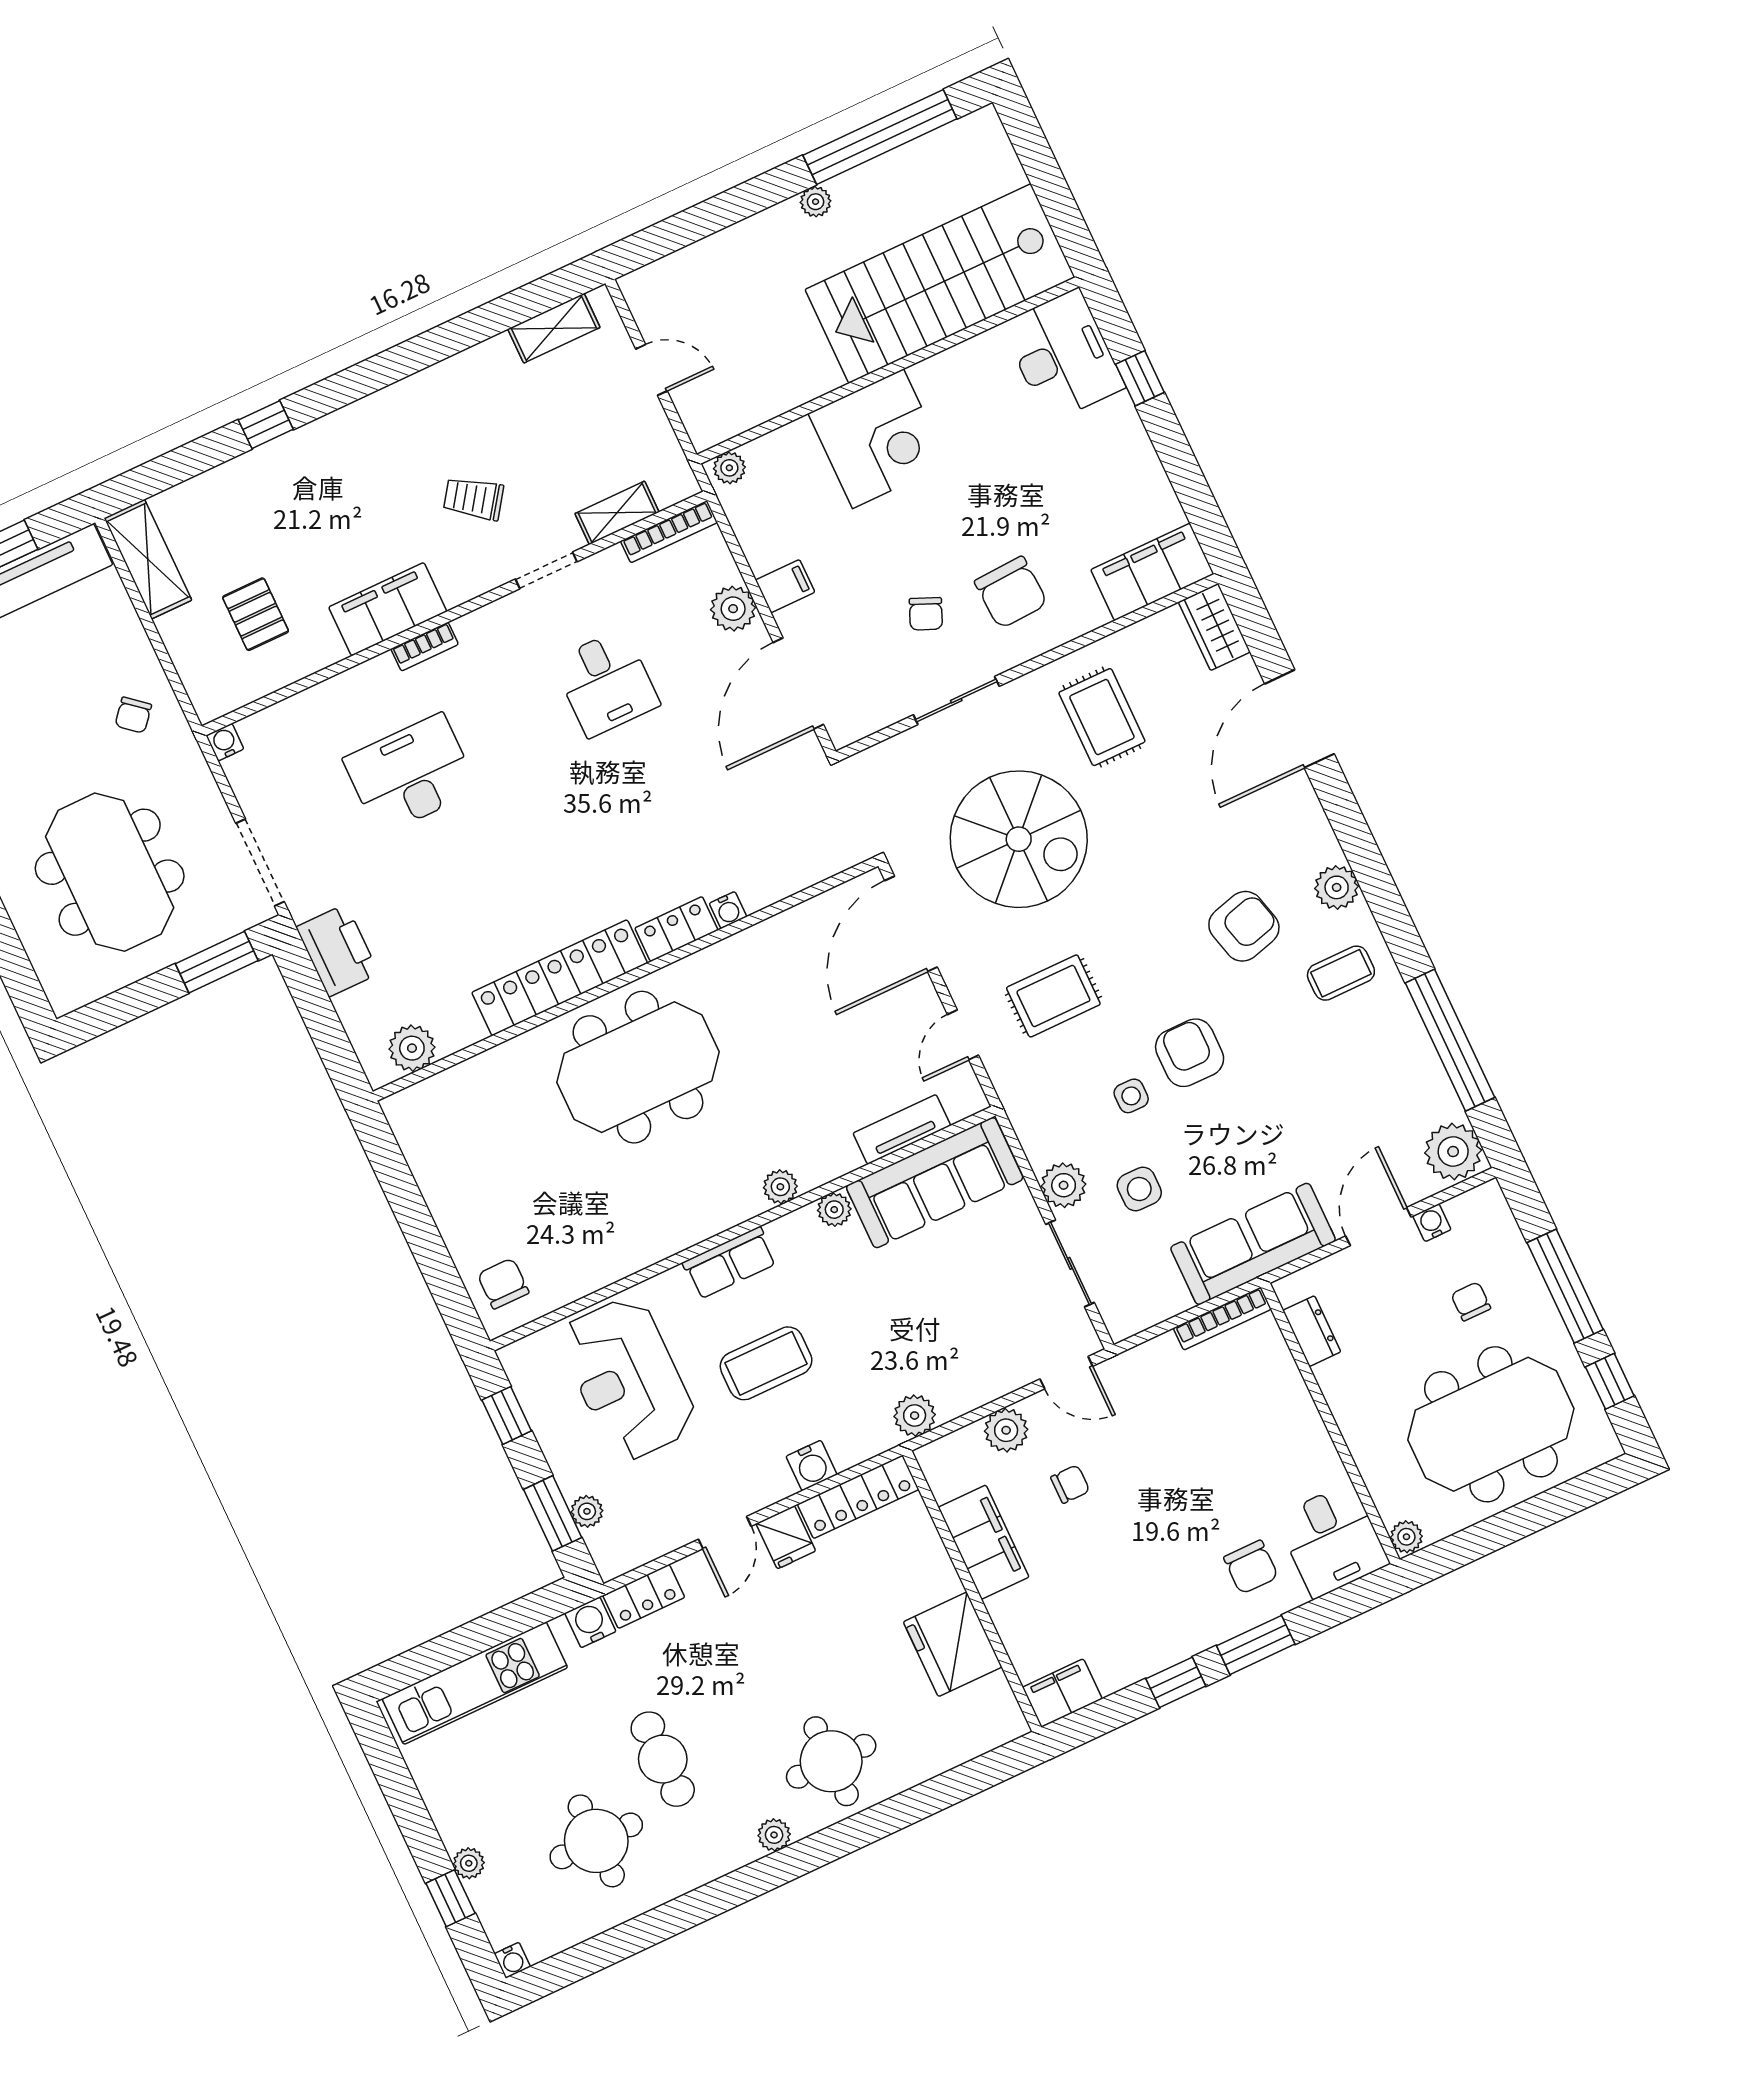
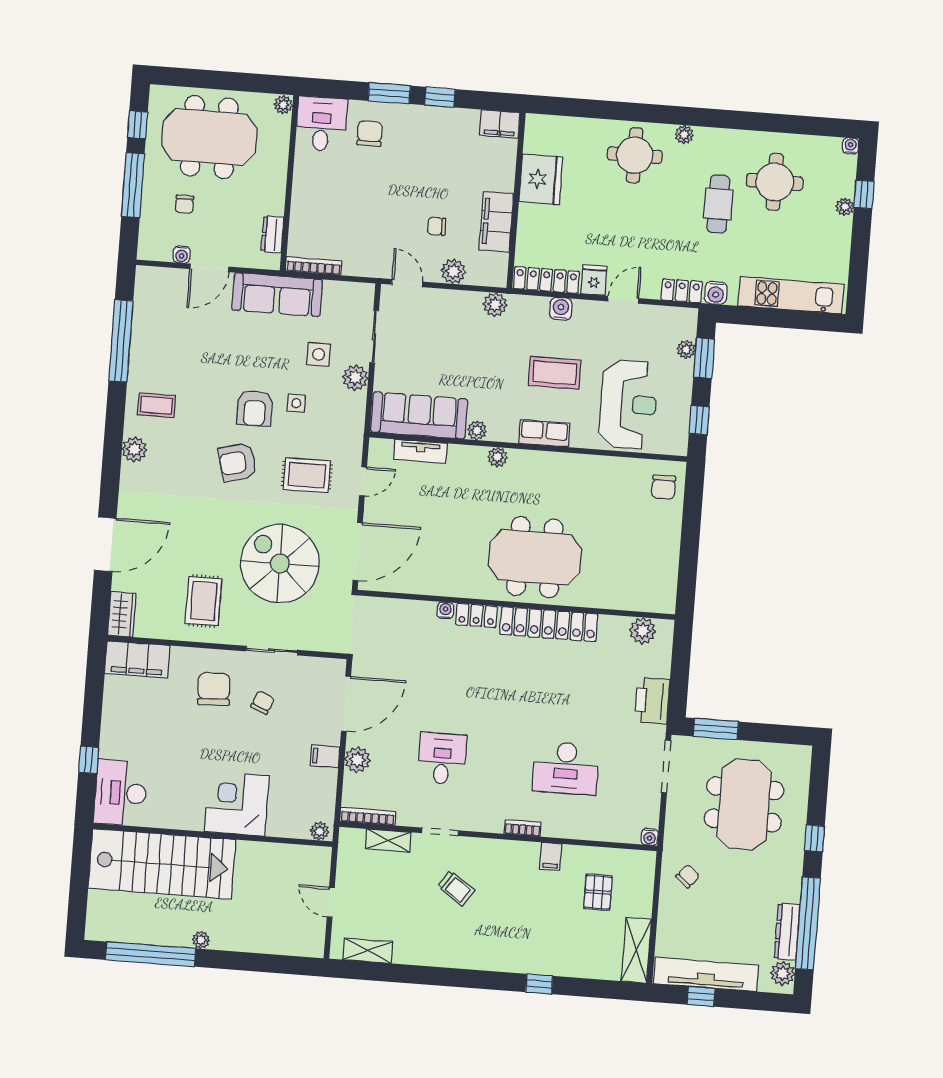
filing cabinet: (388, 609) -> (551, 857), width x0.33, depth x0.86
armchair: (1244, 926) -> (238, 462), moved
plant: (1453, 1152) -> (151, 284), removed

